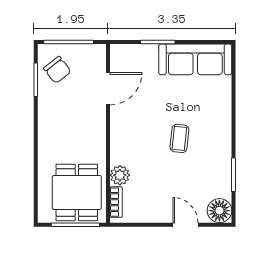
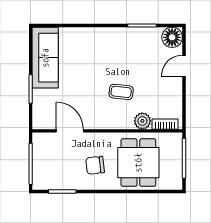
chair: (57, 70) -> (95, 165), moved, turned -148
coffee table: (179, 138) -> (121, 92), moved
dining table: (77, 192) -> (138, 163), moved, turned 90

